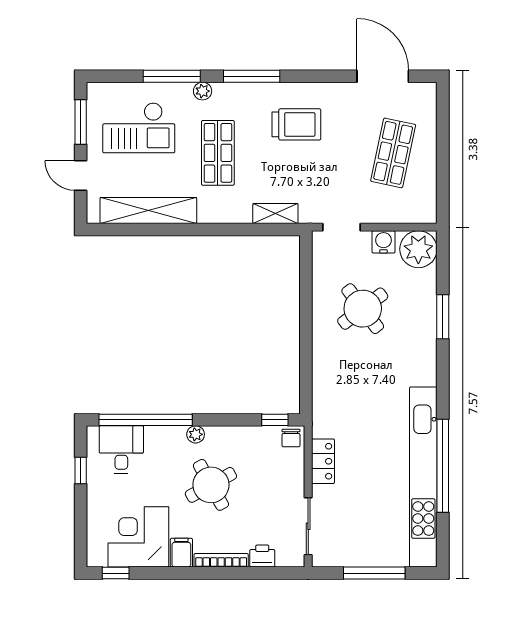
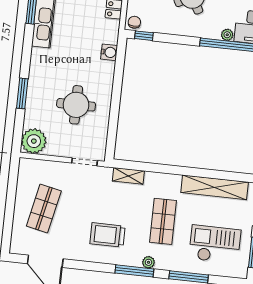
plant: (203, 91) -> (148, 262), moved
water cooler: (383, 242) -> (109, 52), moved, turned -90
round table: (363, 309) -> (76, 105), turned 37
plant: (196, 434) -> (227, 35), moved

